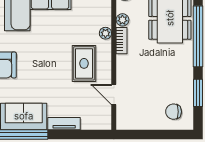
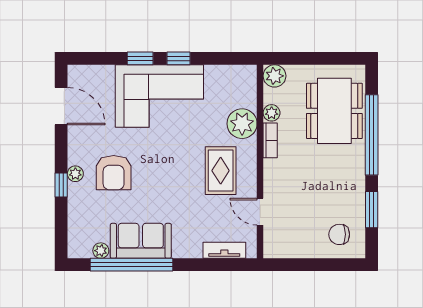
plant: (105, 33) -> (242, 124), width x1.87, depth x1.87
tv unit: (64, 124) -> (224, 250), moved

